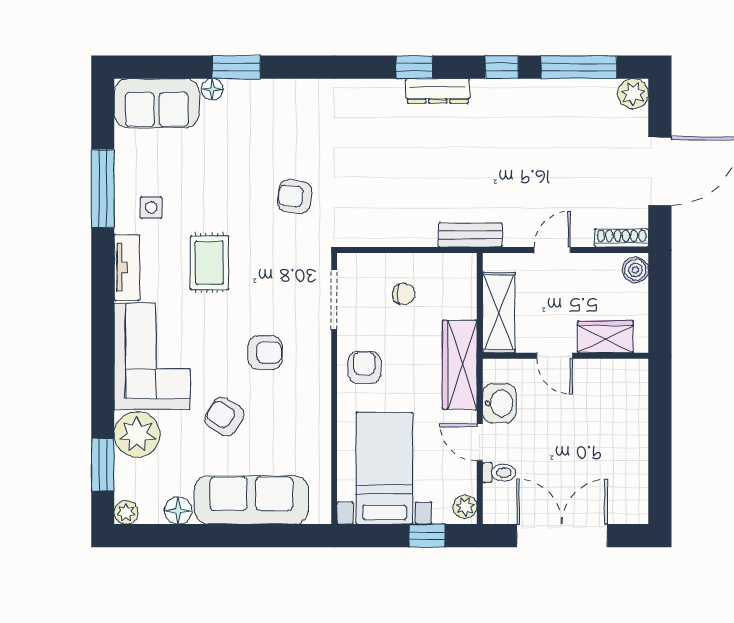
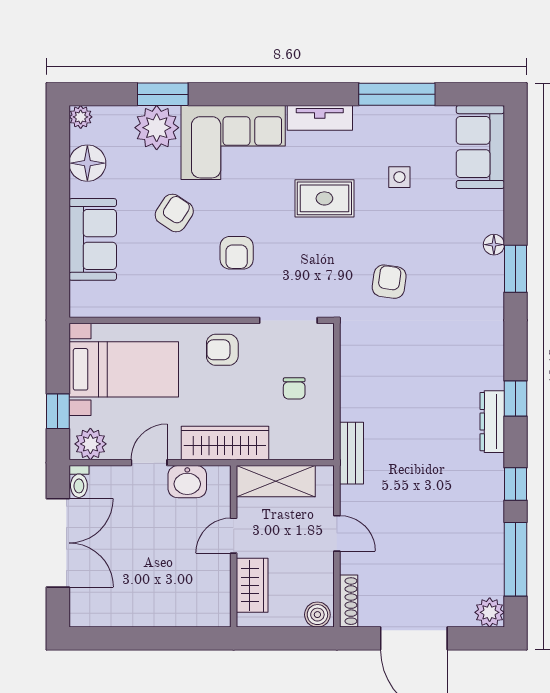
window: (236, 67) -> (516, 269), moved
floor lamp: (212, 89) -> (494, 245), moved
side table: (151, 207) -> (399, 177), moved
armchair: (364, 367) -> (222, 350), turned 180
window: (103, 465) -> (163, 94), moved
toilet: (499, 473) -> (79, 481), moved
sofa: (251, 500) -> (93, 239), width x0.73
plant: (465, 507) -> (90, 444), width x1.38, depth x1.38
floor lamp: (178, 511) -> (87, 163), width x1.38, depth x1.38

